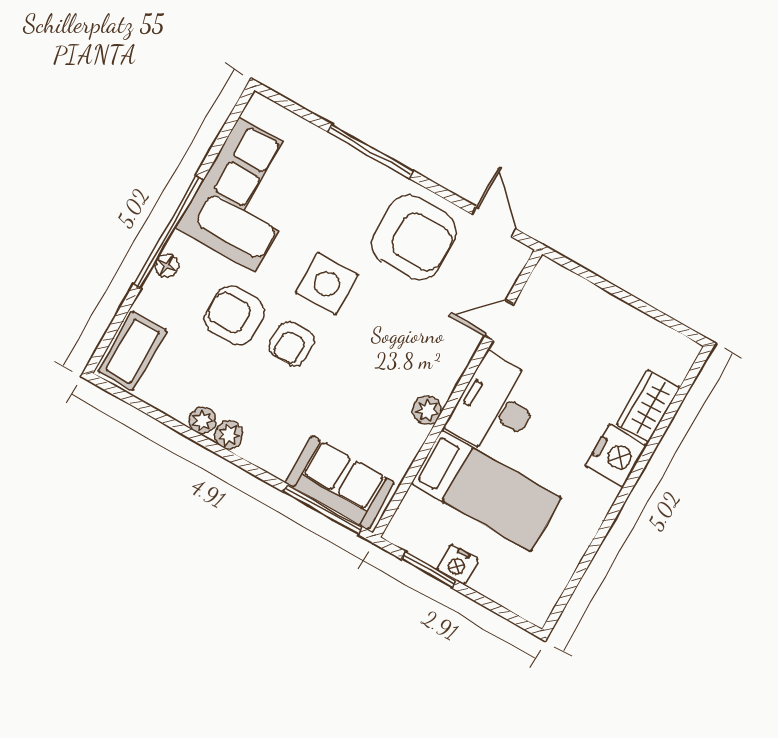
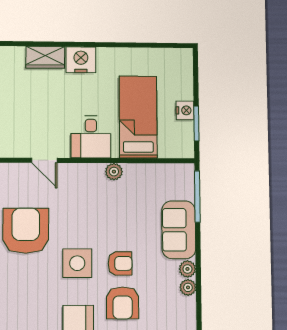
desk: (496, 406) -> (91, 137), width x0.73
sofa: (340, 483) -> (179, 230), moved

